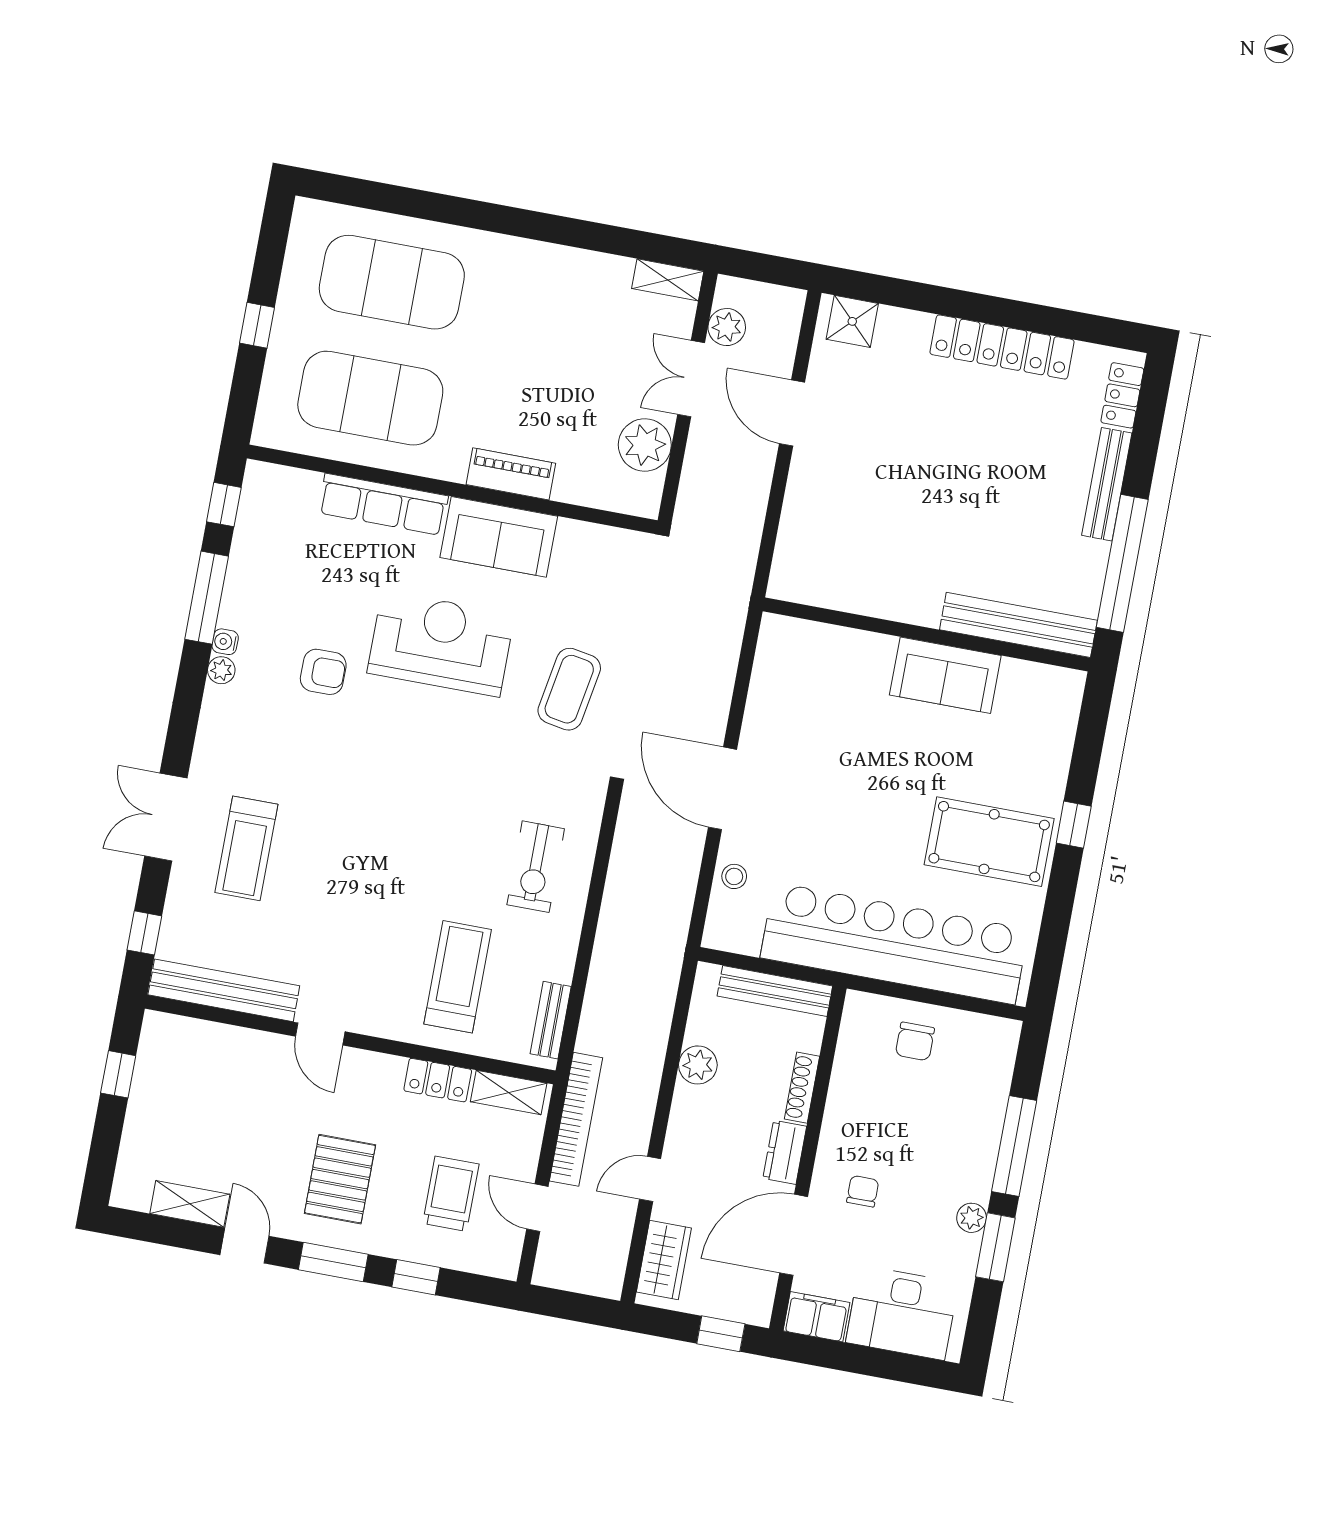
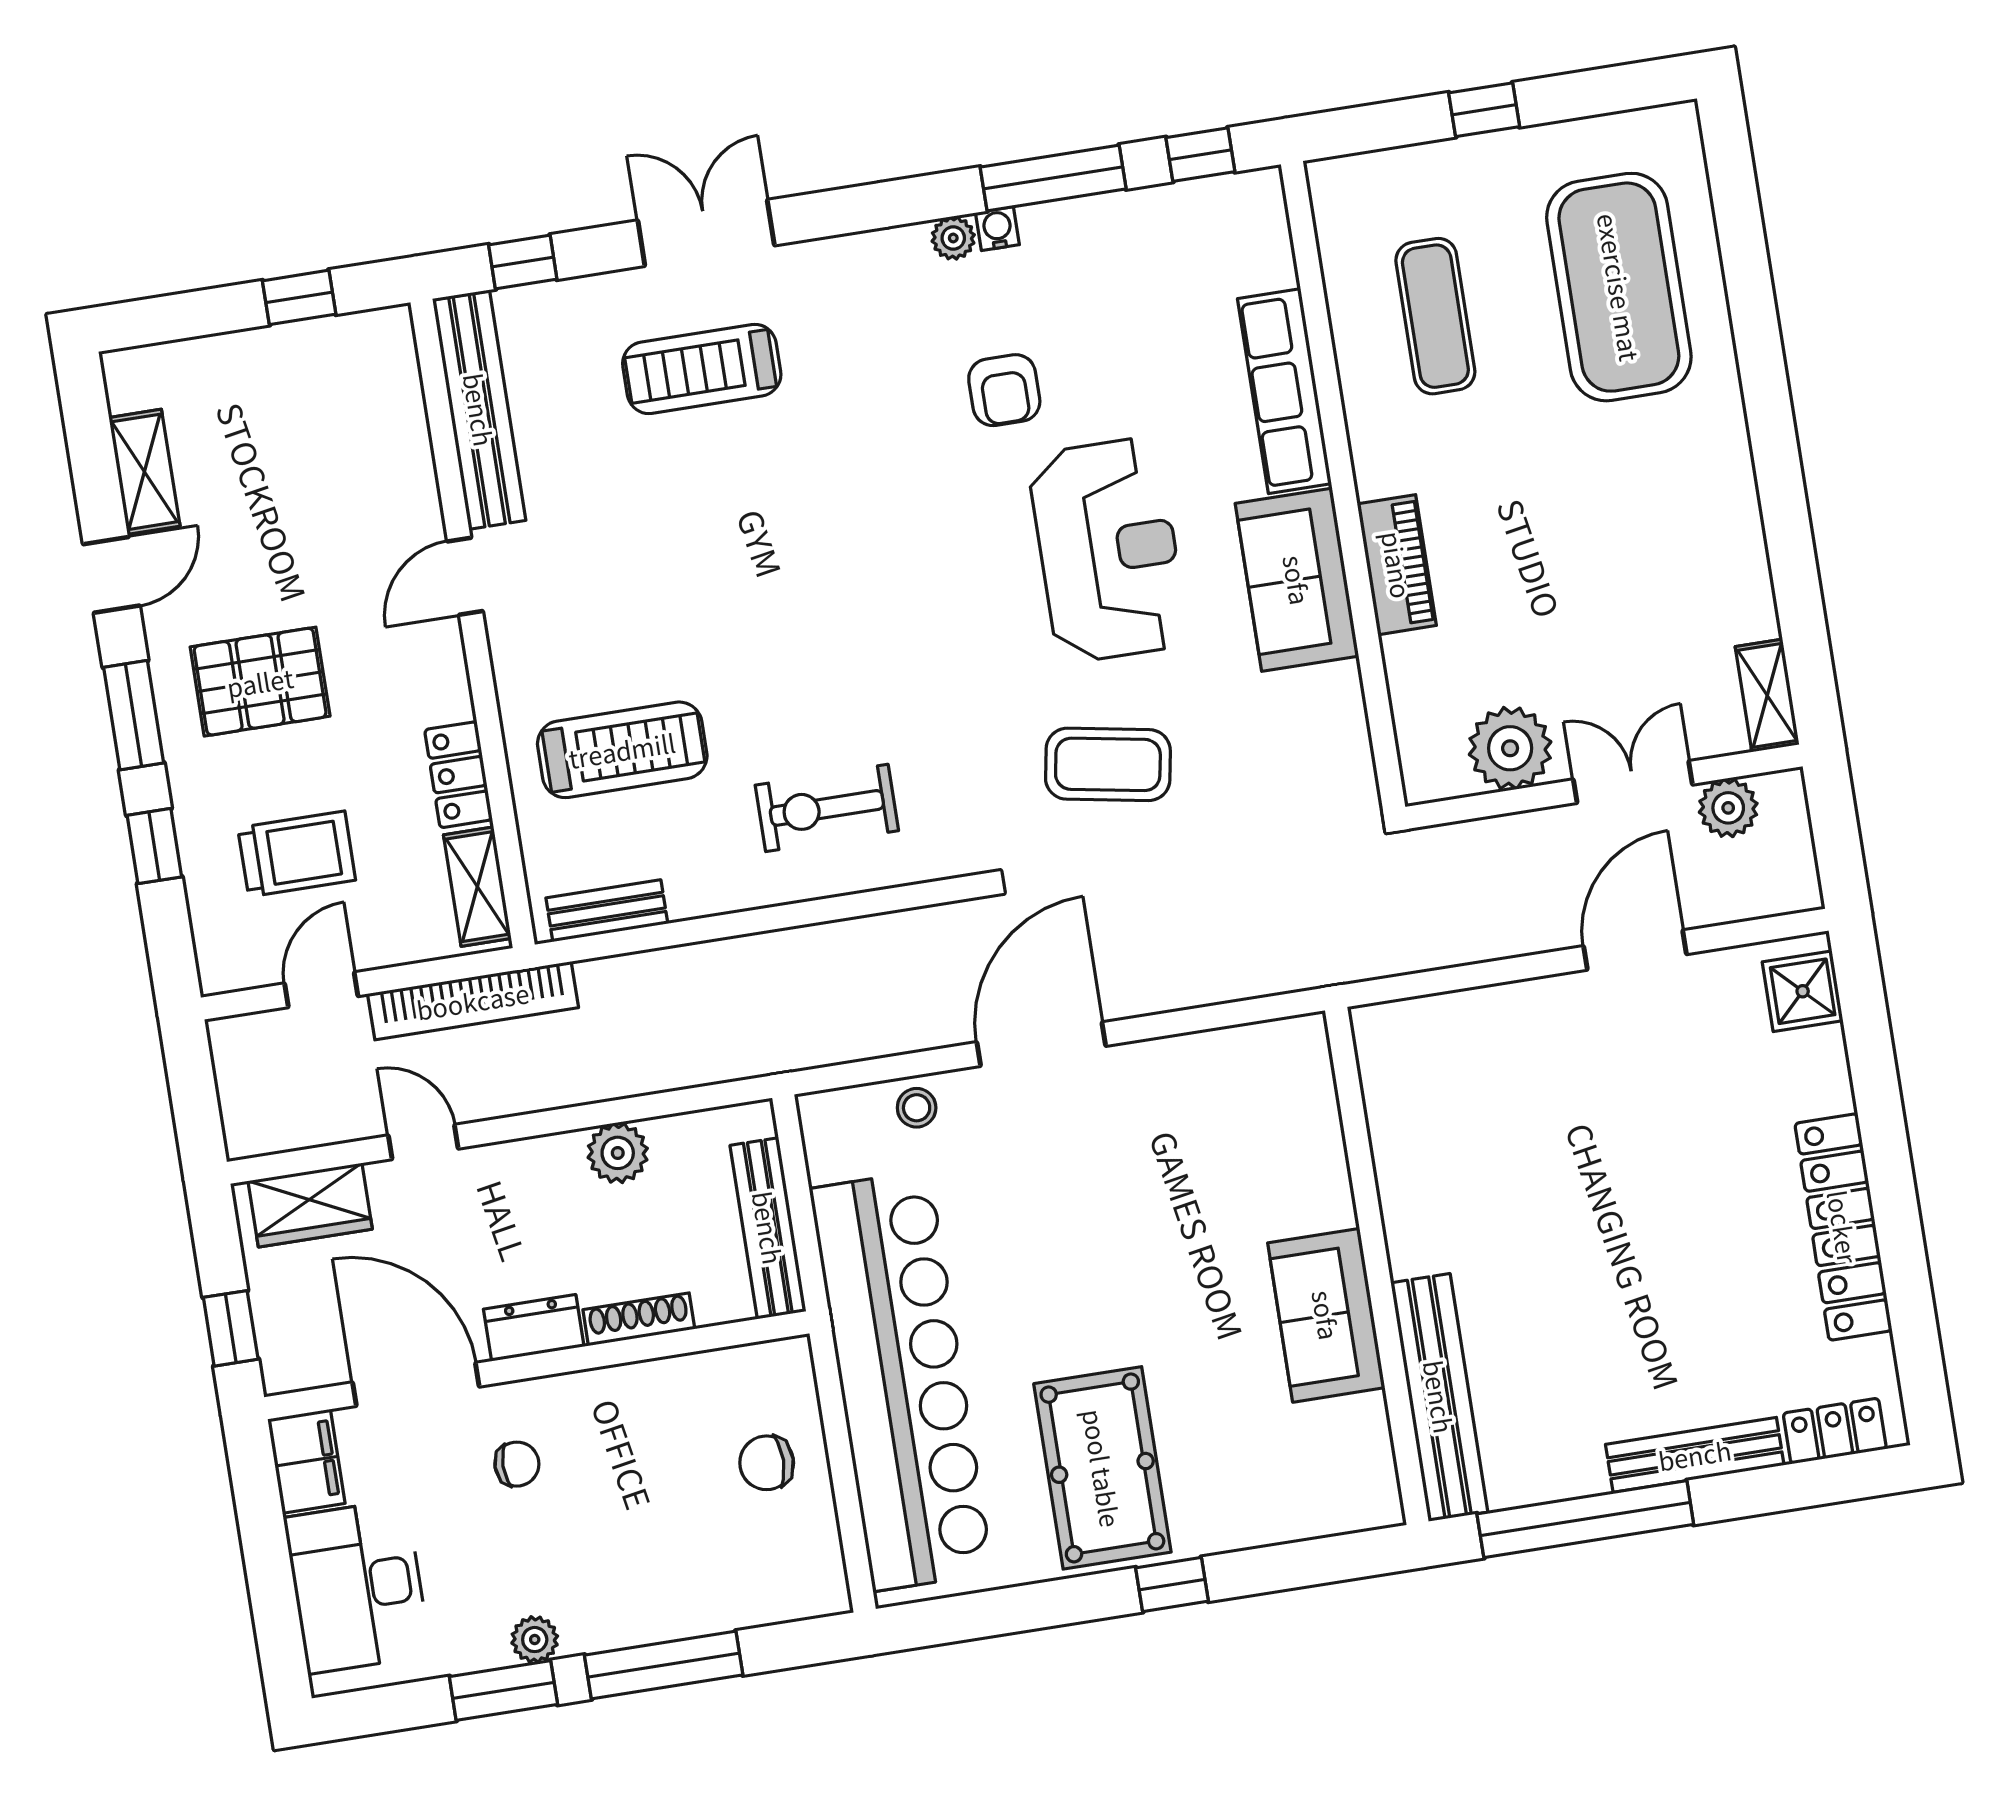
exercise mat: (370, 398) -> (1435, 316), width x0.50, depth x0.69

